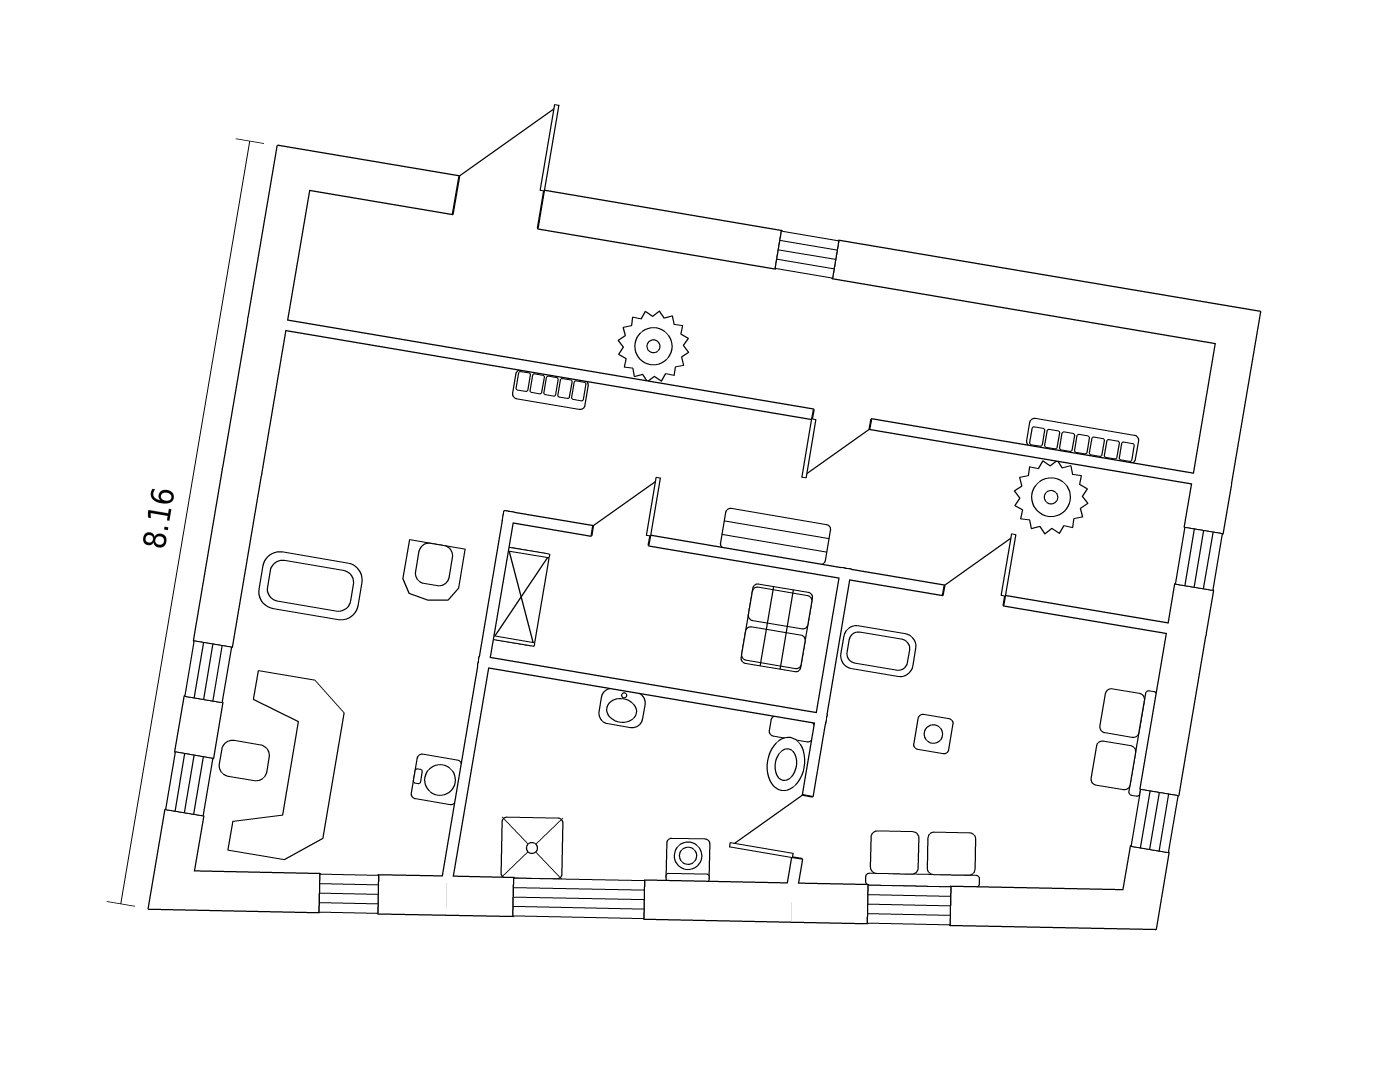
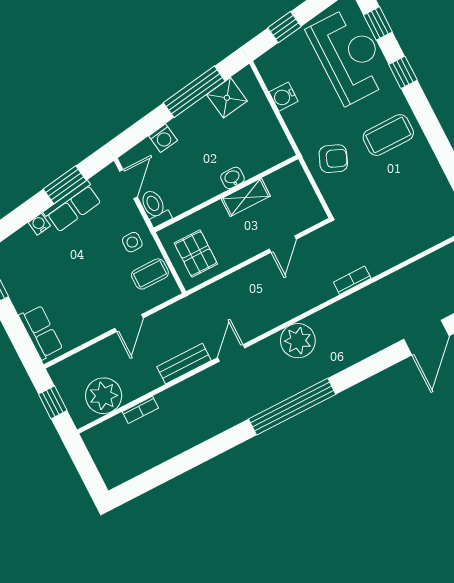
window: (807, 255) -> (292, 407), width x3.17
plant: (653, 346) -> (298, 341), moved
bookcase: (1083, 441) -> (140, 410), width x0.64
plant: (1051, 497) -> (104, 396), moved
bench: (775, 537) -> (184, 364), moved
armchair: (433, 572) -> (333, 159), moved, turned -68
shelving: (521, 597) -> (246, 197), moved, turned 90
side table: (933, 734) -> (132, 242), moved
row of seats: (1123, 740) -> (41, 332), moved
water cooler: (1000, 871) -> (39, 224), added

